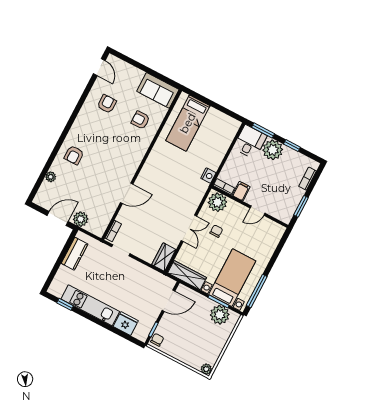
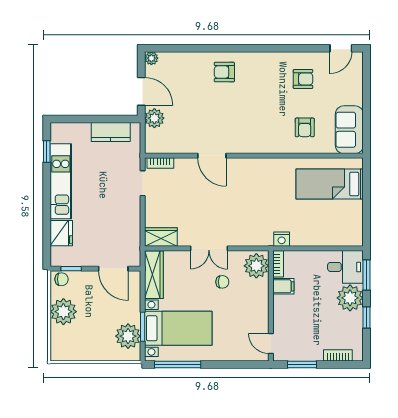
armchair: (140, 120) -> (305, 127), turned 180
plant: (51, 177) -> (151, 58), moved
door: (257, 211) -> (271, 343), moved
plant: (206, 369) -> (63, 312), moved, width x1.88, depth x1.88

